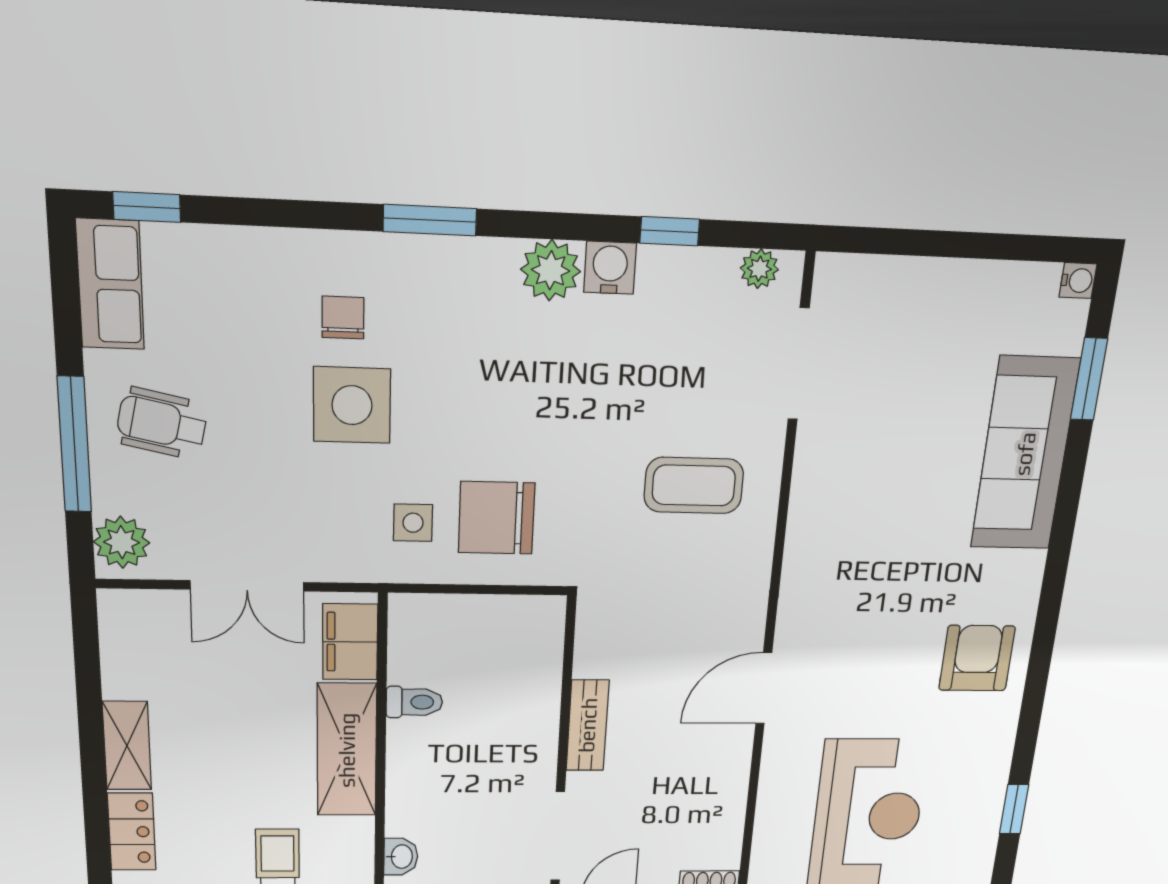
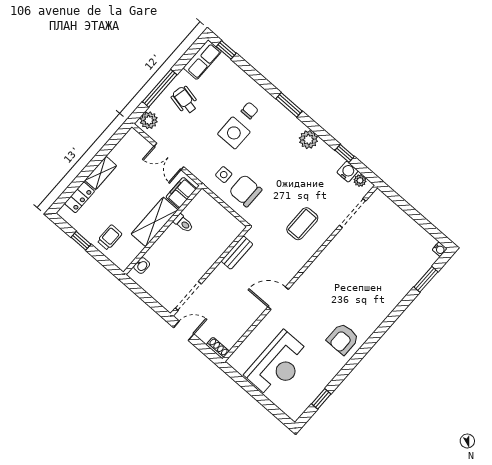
water cooler: (610, 268) -> (347, 172), moved
sofa: (1025, 454) -> (395, 287), removed
coffee table: (694, 485) -> (302, 224), turned 90
armchair: (977, 658) -> (343, 339), turned 180
bench: (588, 725) -> (237, 253), moved

